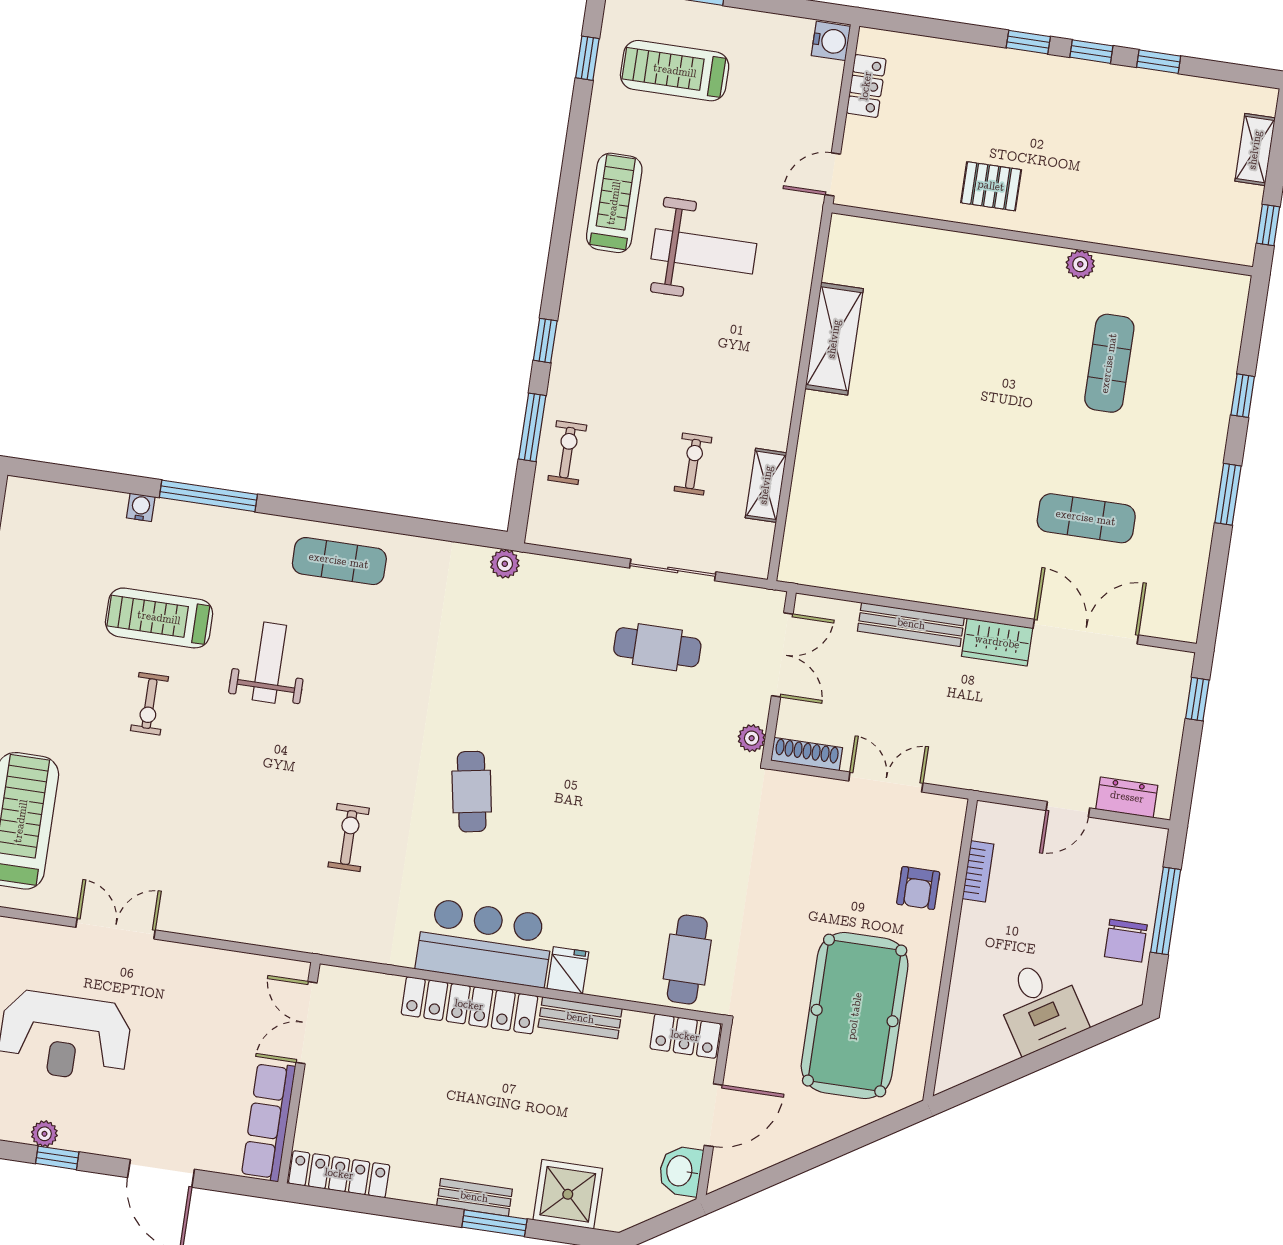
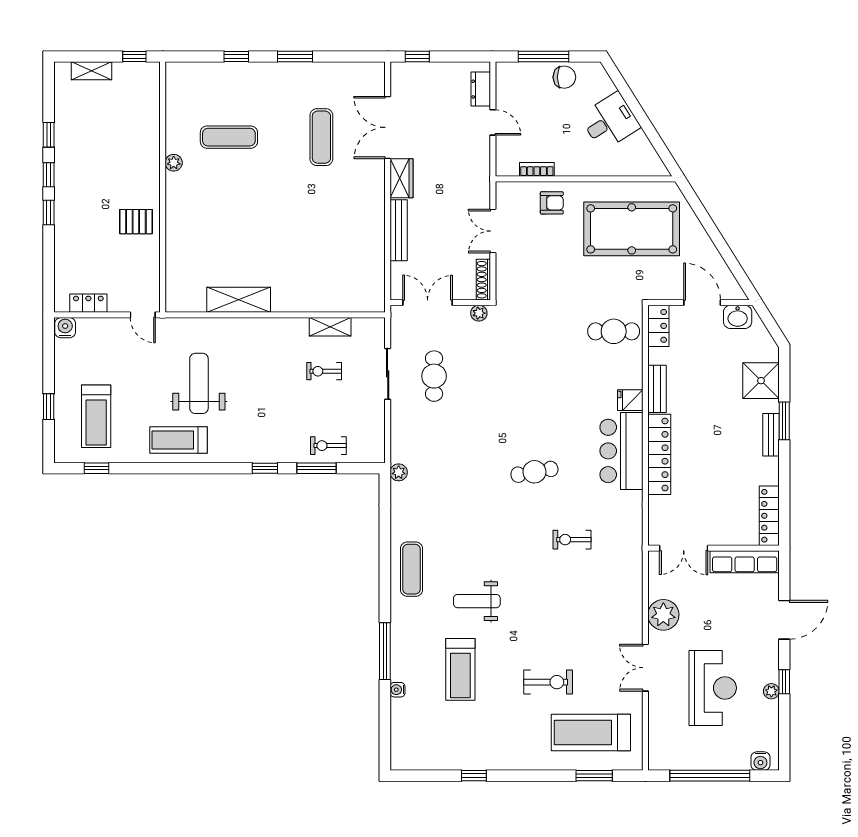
pallet: (991, 186) -> (136, 222), turned 90
exercise bike: (150, 704) -> (548, 682), moved, width x1.38, depth x1.39
plant: (200, 972) -> (663, 615), added

